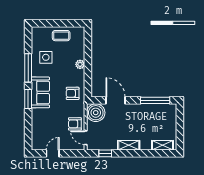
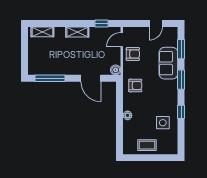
window: (28, 68) -> (181, 112), width x0.46
sofa: (40, 92) -> (168, 63), moved
boiler: (96, 113) -> (116, 70), width x0.54, depth x0.54
window: (28, 129) -> (181, 49), added
door: (86, 138) -> (122, 40), swing flipped

